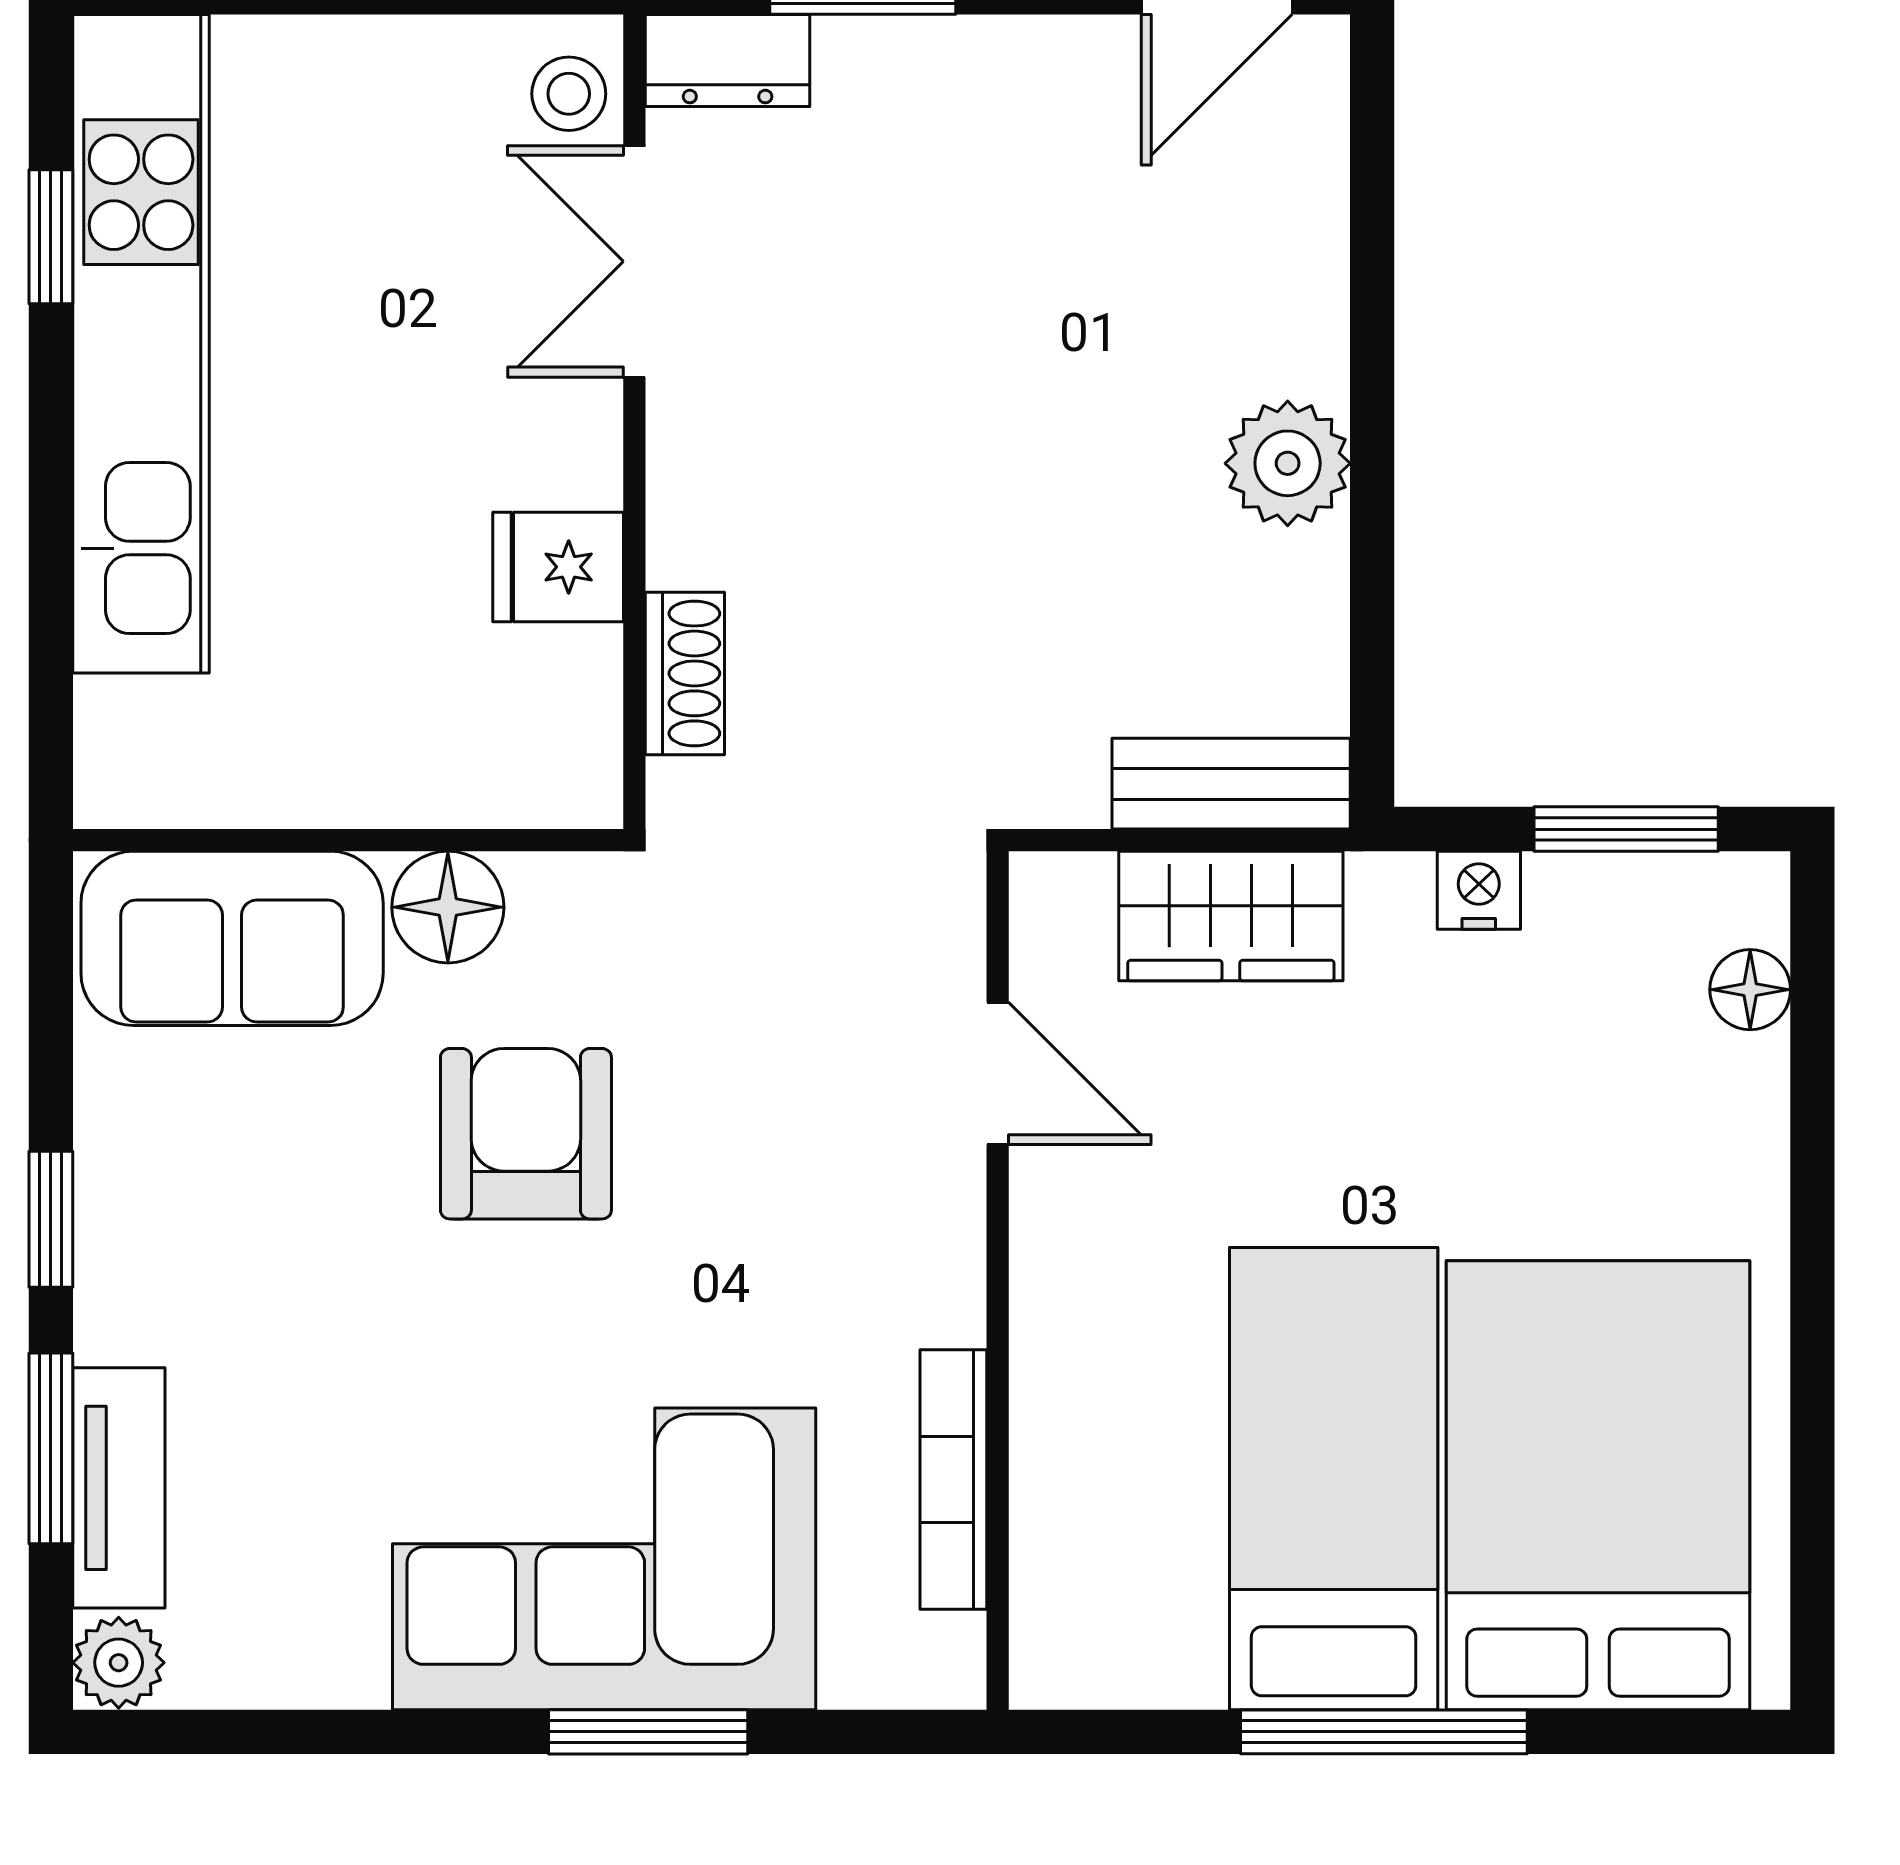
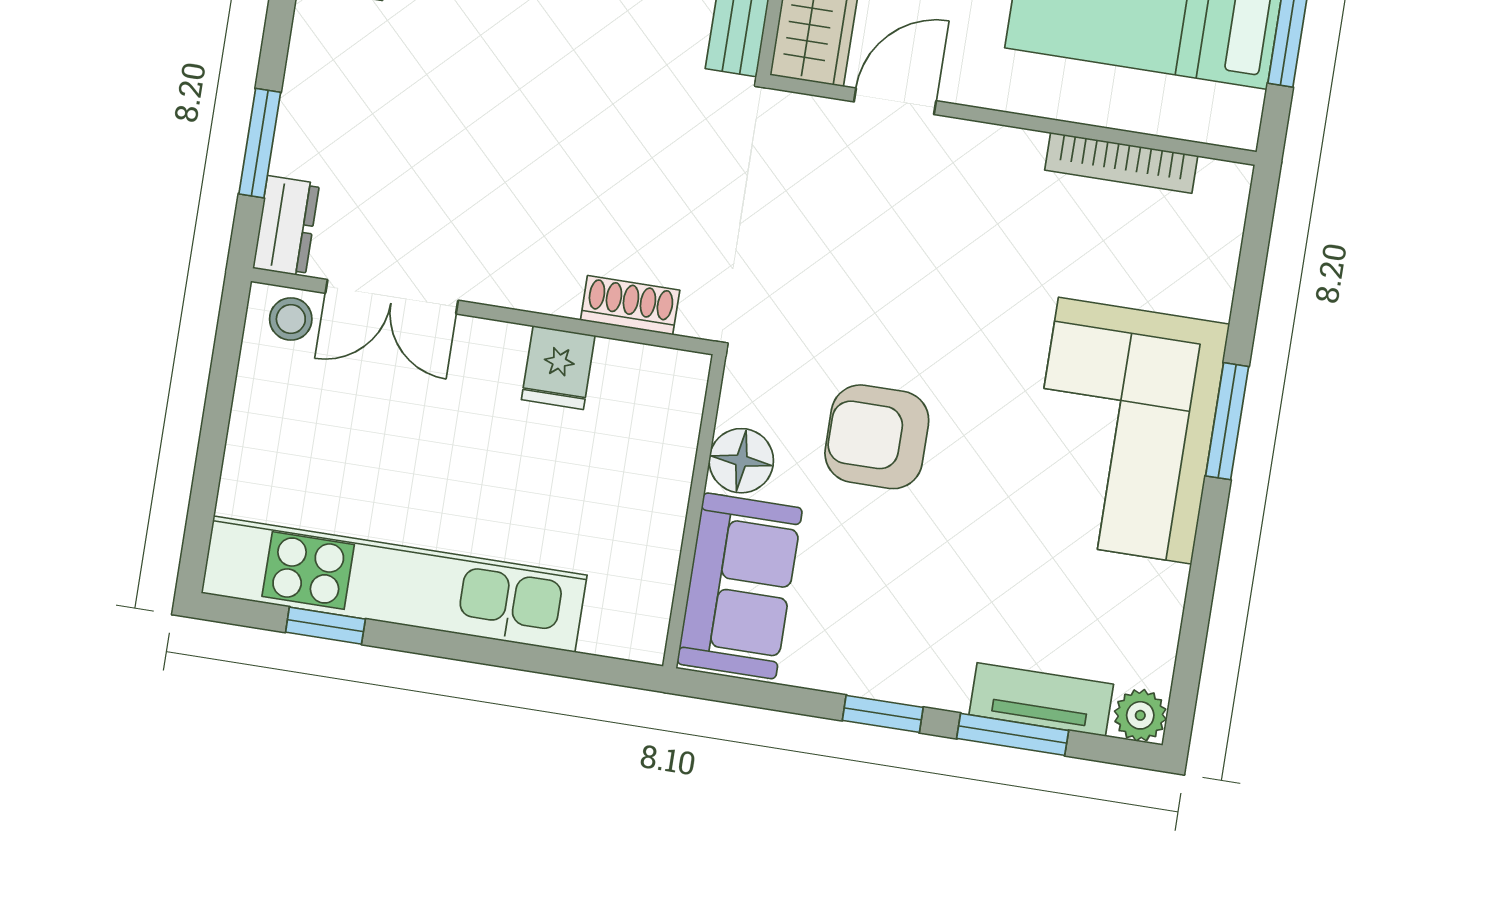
door: (998, 1074) -> (895, 101), moved
wall: (998, 1280) -> (1012, 120), moved
bookcase: (953, 1479) -> (1121, 163), moved

